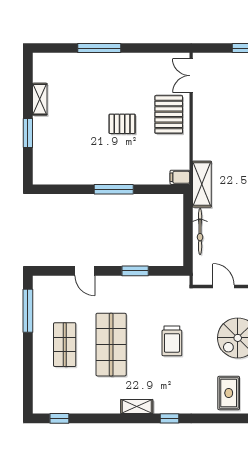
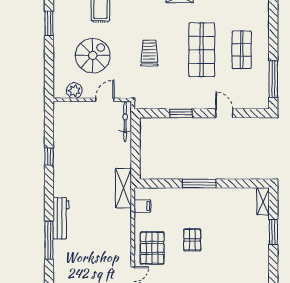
shelving: (40, 99) -> (263, 201), moved
pallet: (122, 124) -> (192, 240), turned 90
filing cabinet: (180, 177) -> (142, 206), moved
bicycle: (200, 232) -> (125, 122), moved
door: (224, 287) -> (105, 100), swing flipped

